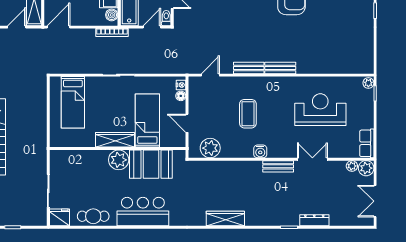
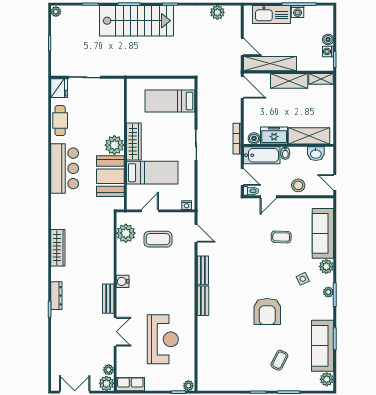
floor lamp: (181, 96) -> (176, 205), removed
coffee table: (248, 114) -> (158, 239), moved
dresser: (314, 220) -> (56, 296), moved

